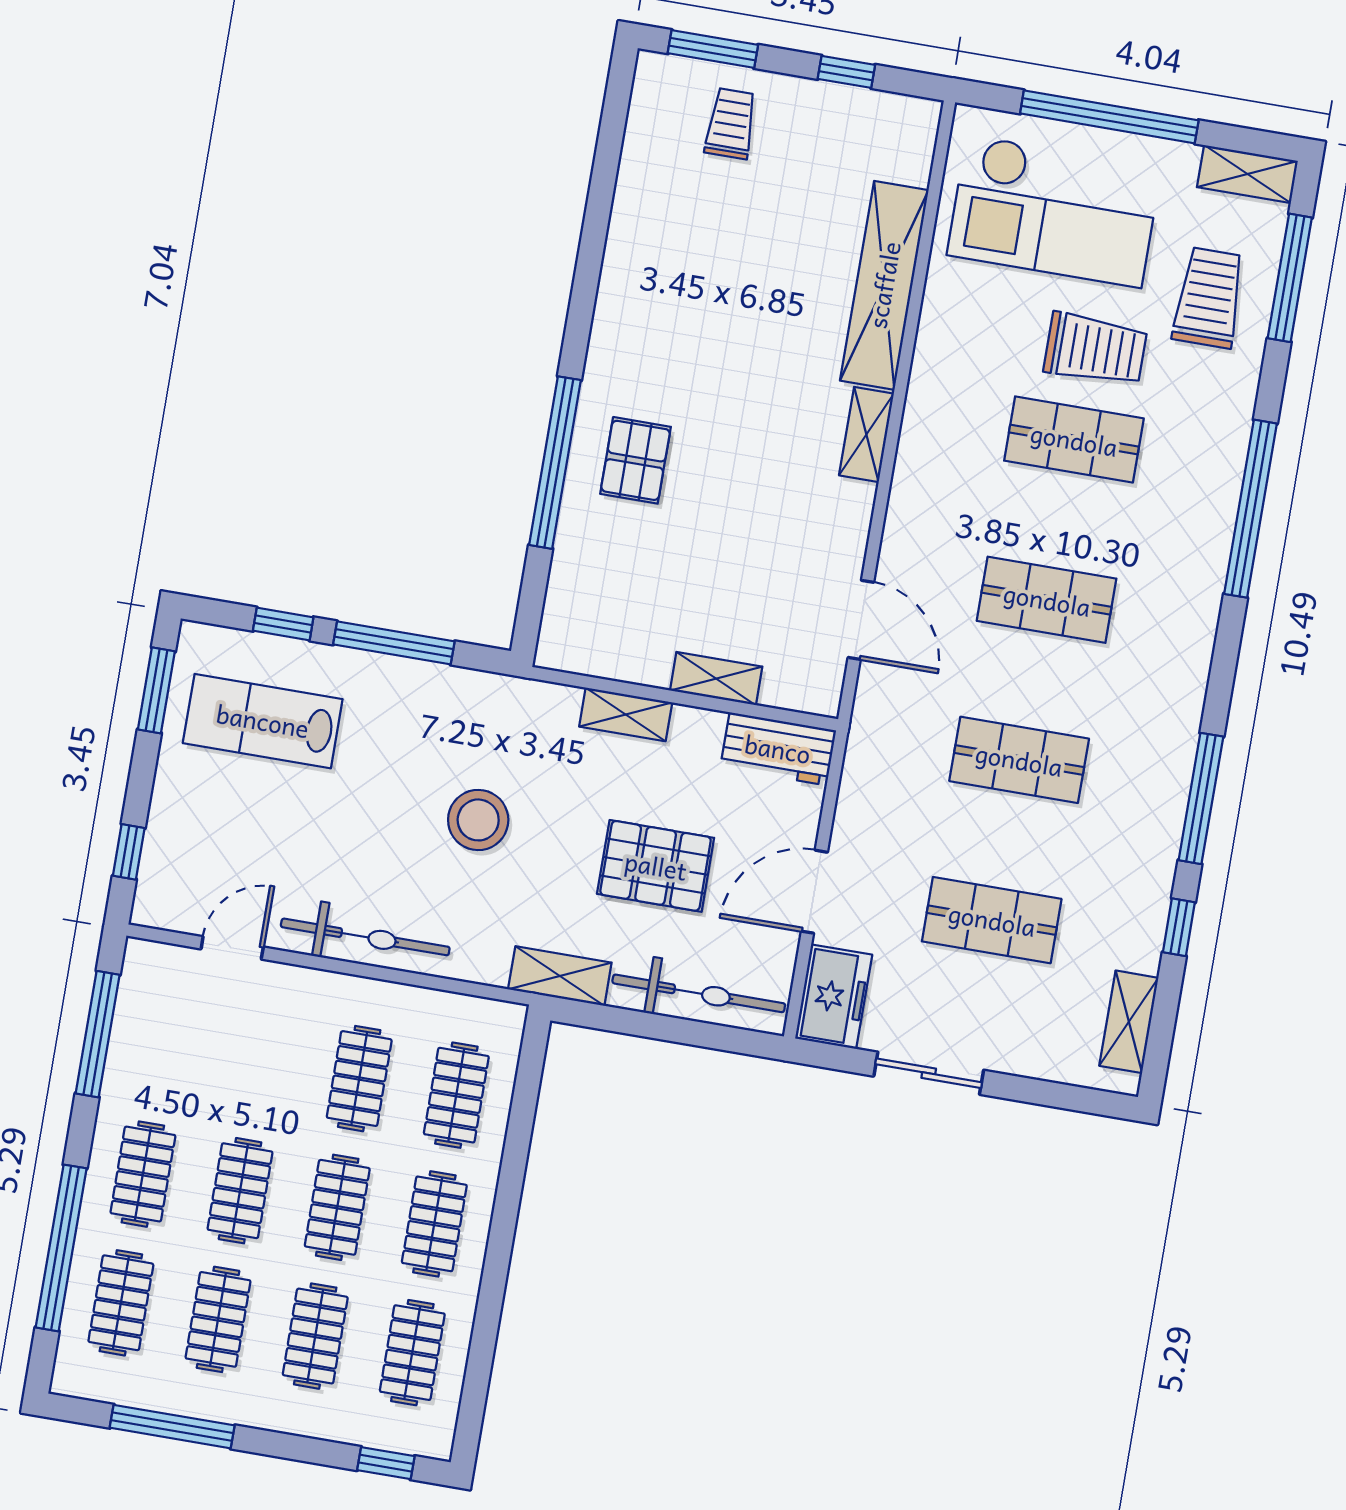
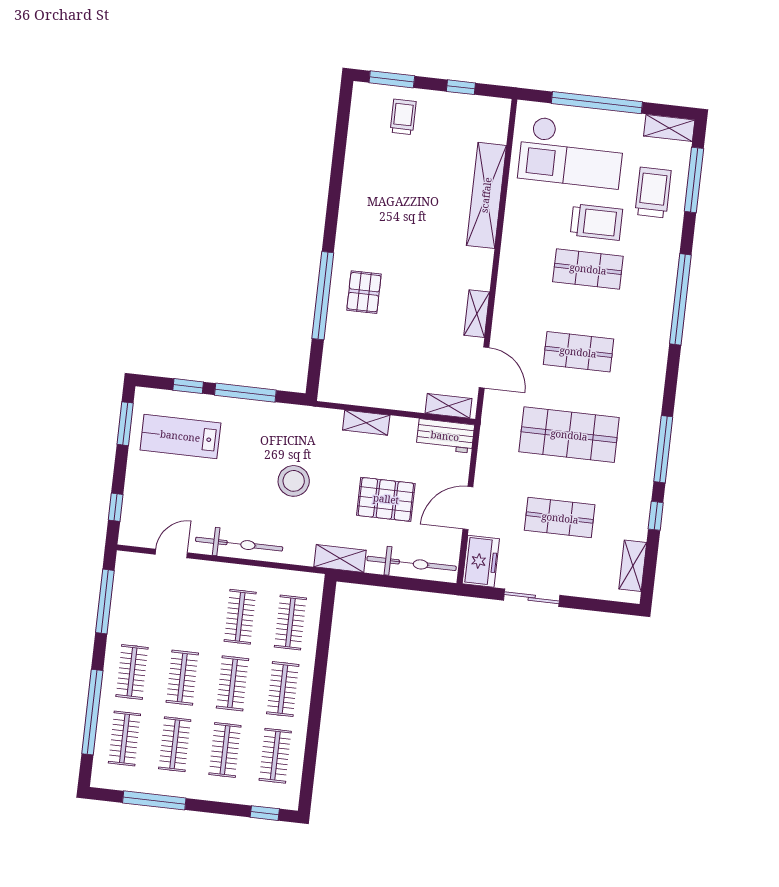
shelving: (866, 434) -> (477, 314), moved
shelving: (716, 679) -> (448, 406), moved
shop shelf: (1019, 760) -> (569, 435), width x1.43, depth x1.36

